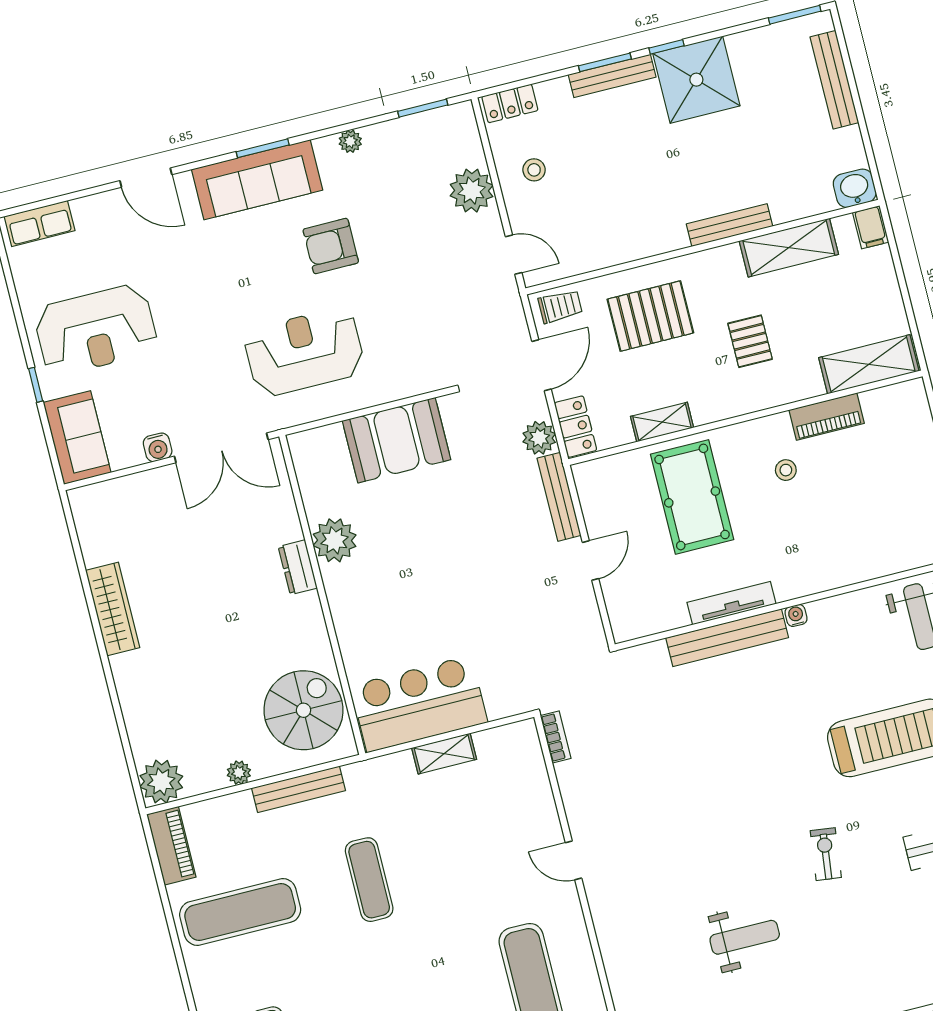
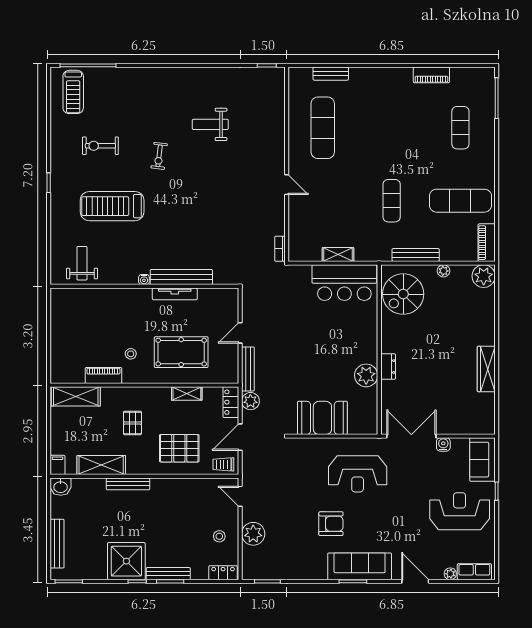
plant: (350, 141) -> (450, 574), moved
pool table: (692, 497) -> (181, 352), turned 90

